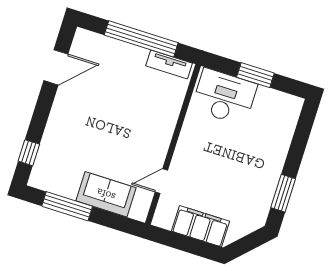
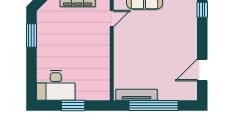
tv unit: (169, 65) -> (137, 95), width x1.41
desk: (224, 97) -> (56, 85), moved

